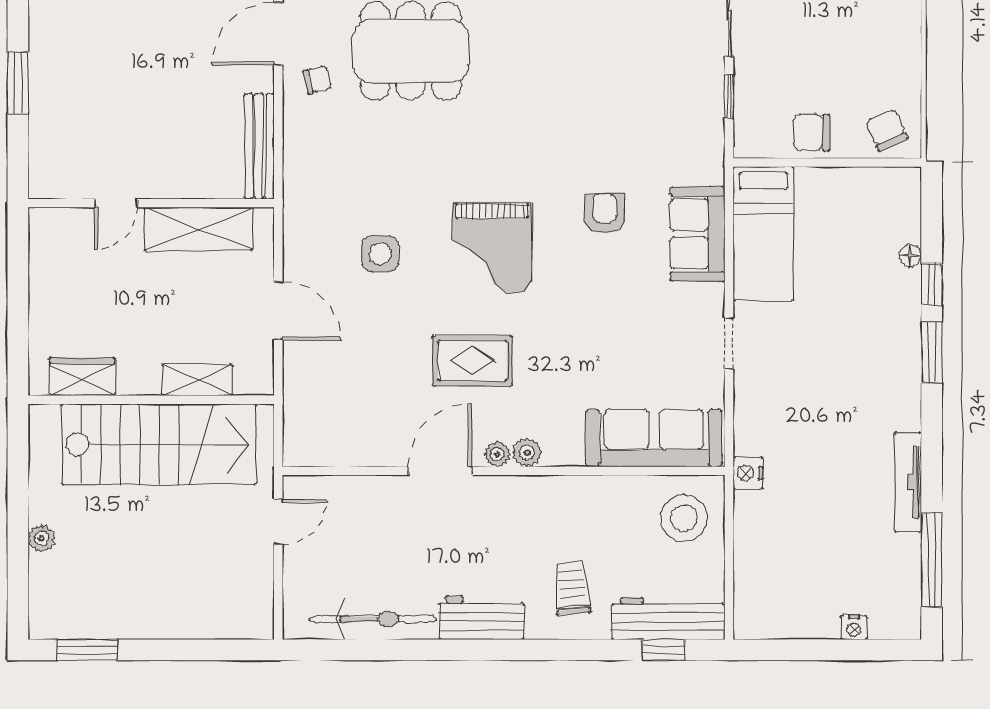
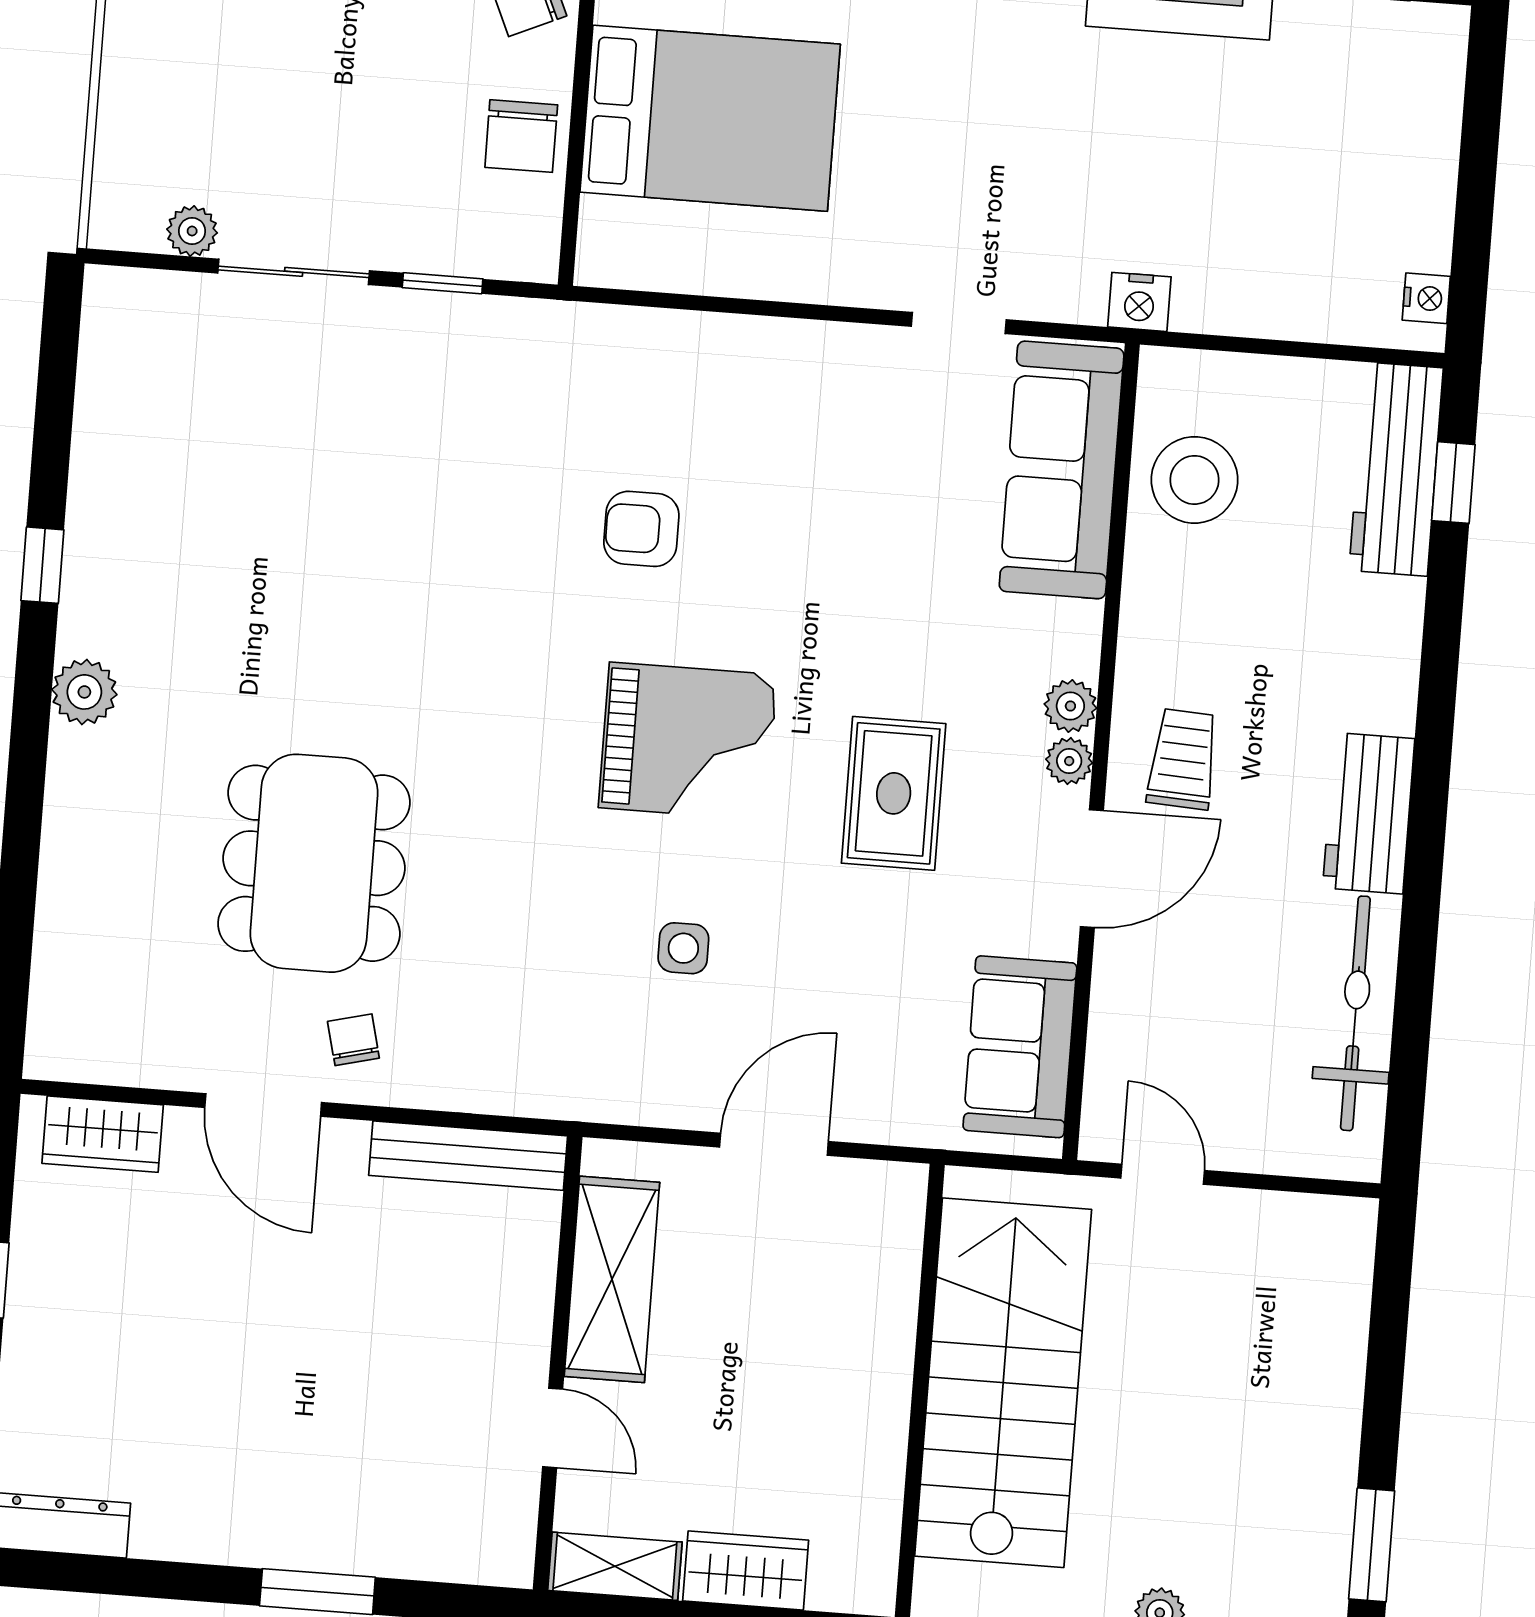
sofa: (697, 234) -> (1020, 1047), moved, turned 90
bed: (763, 234) -> (710, 118), moved, width x1.50
side table: (380, 254) -> (683, 948), width x0.73, depth x0.73
doorway: (729, 343) -> (959, 323), moved
wardrobe: (82, 377) -> (746, 1571), moved, turned 90
shelving: (197, 380) -> (615, 1566), moved, turned 90
door: (440, 471) -> (1092, 869), swing flipped
stool: (684, 518) -> (1195, 480), moved
trolley: (572, 588) -> (1183, 759), moved, turned 98
nightstand: (854, 628) -> (1426, 298), moved

